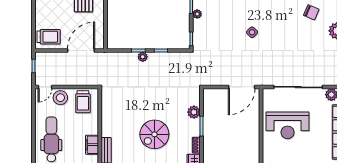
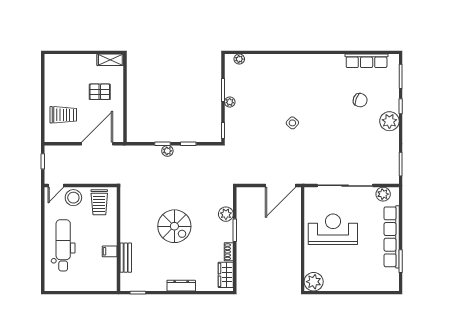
trolley: (49, 37) -> (63, 115), moved
reception desk: (288, 125) -> (333, 229), turned 180
spiral stairs: (154, 134) -> (174, 226), moved, turned -90
filing cabinet: (92, 145) -> (110, 251), width x0.50

